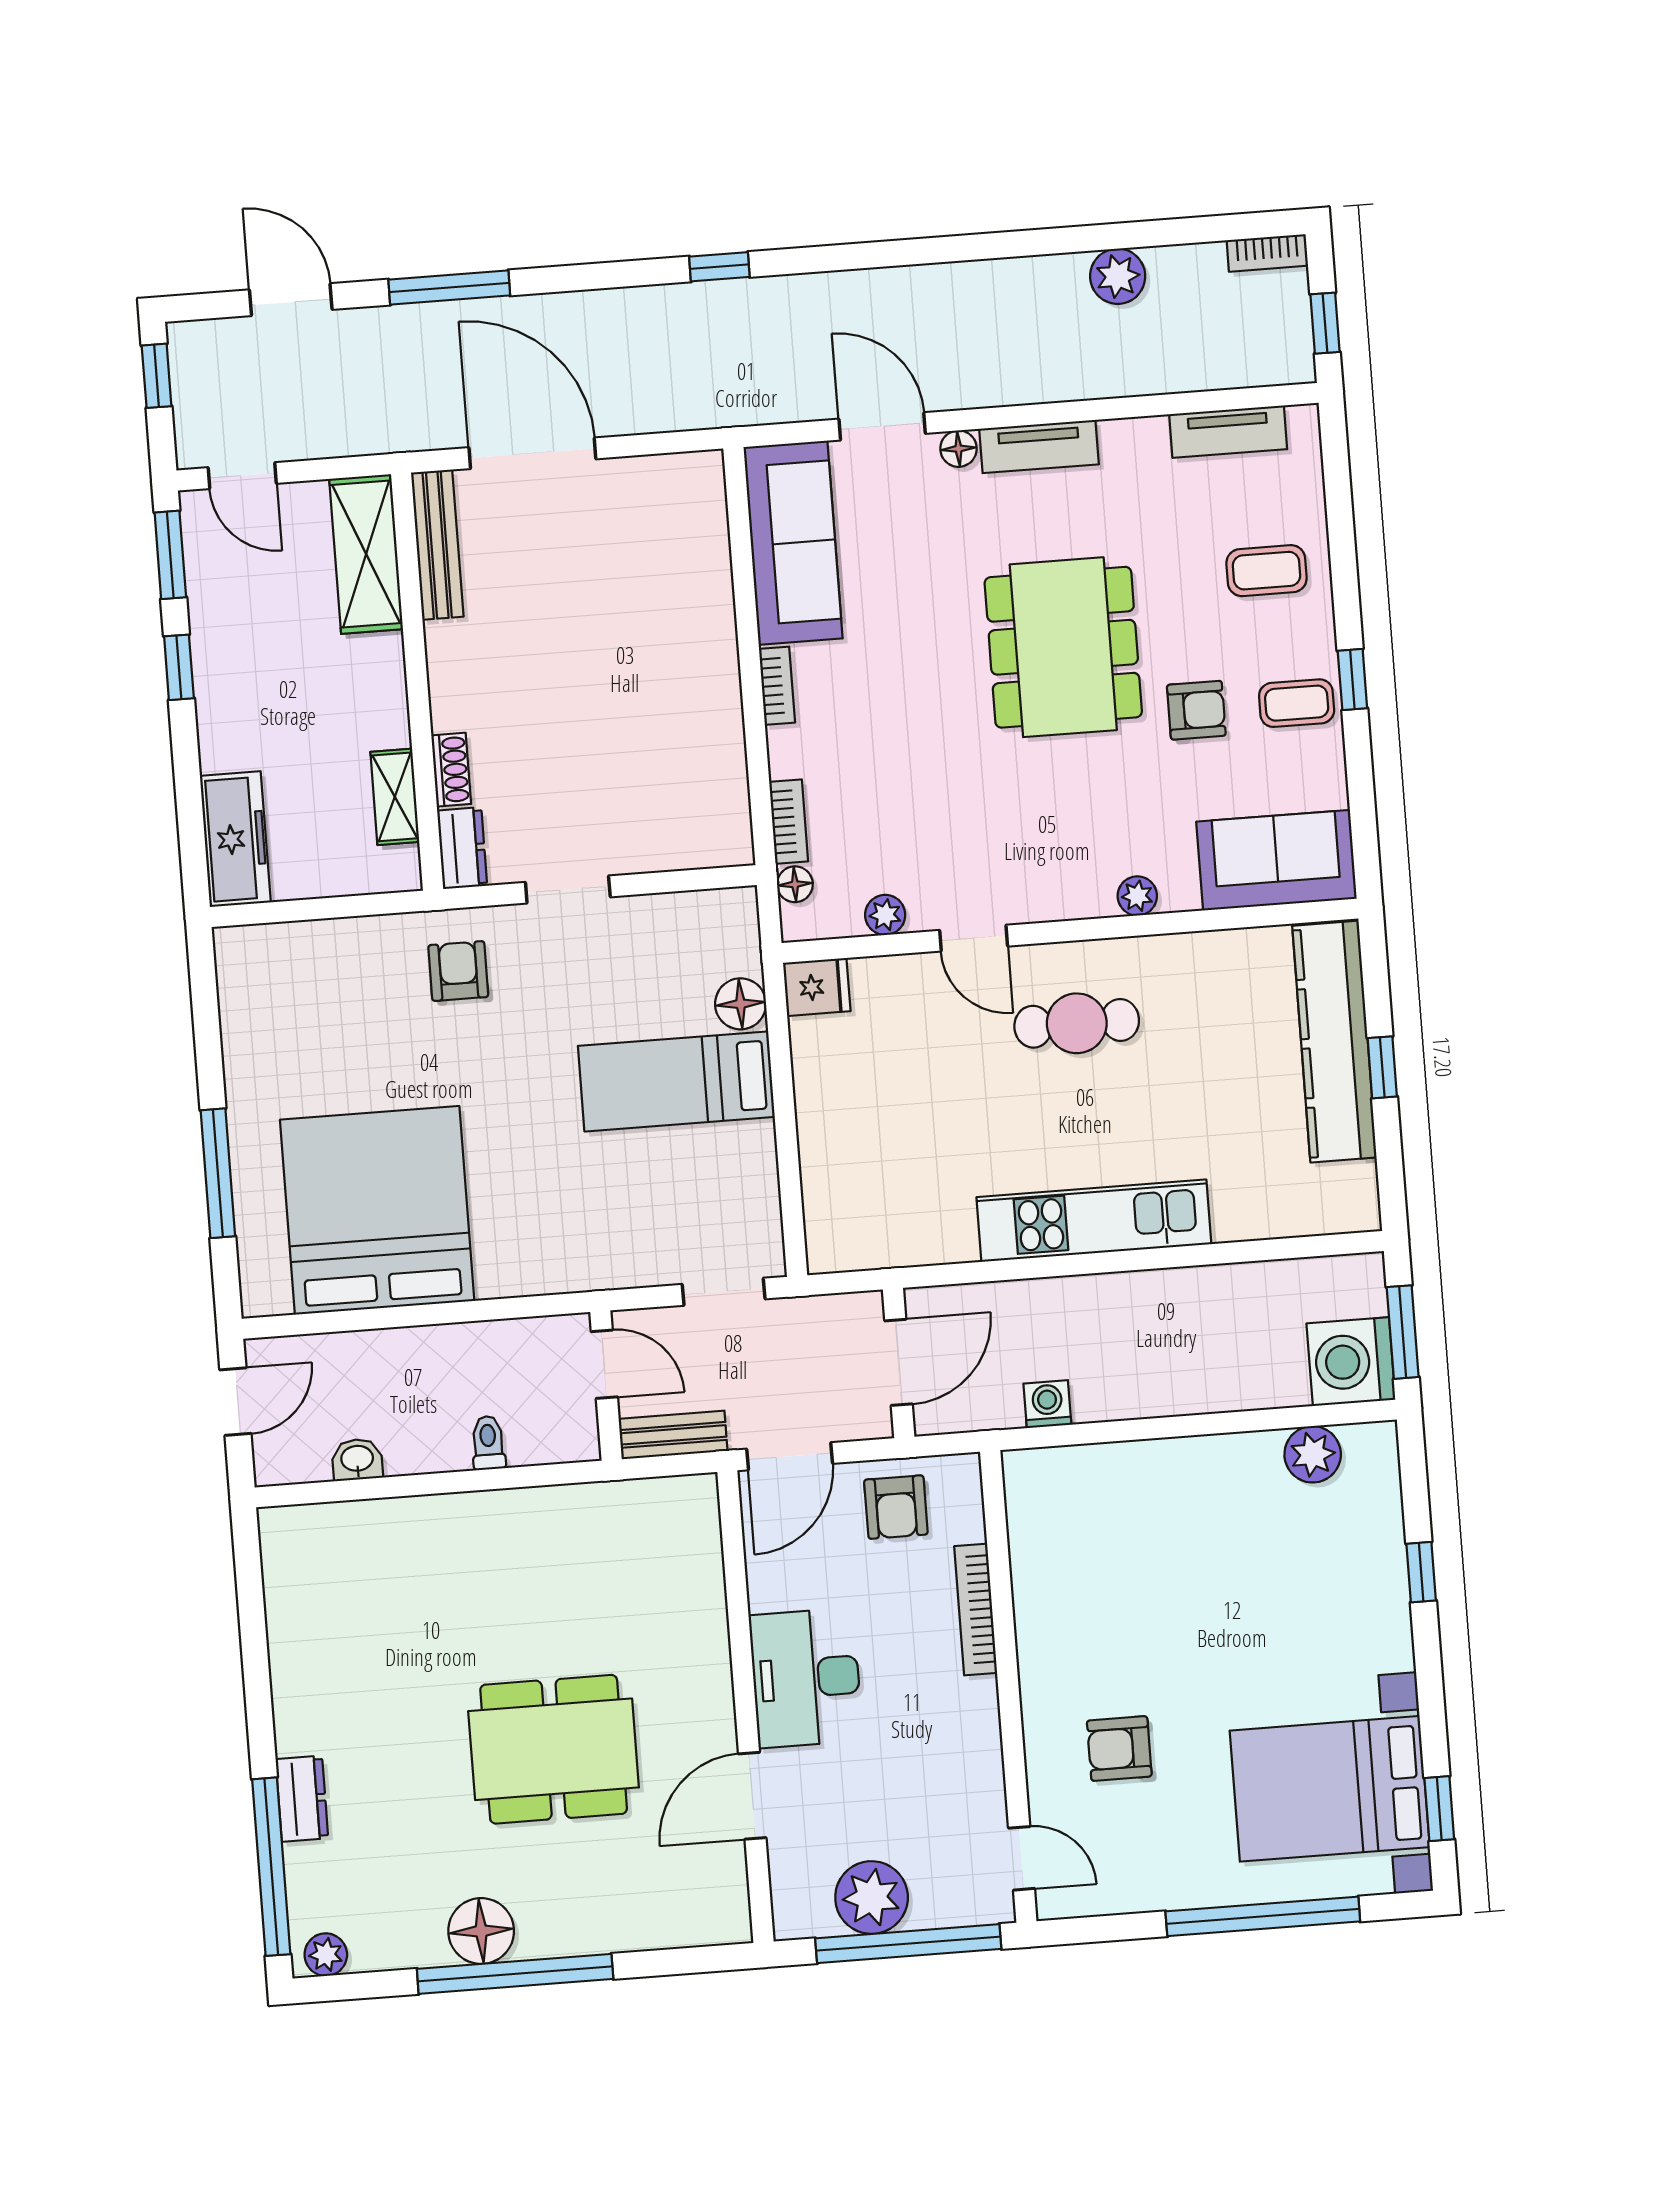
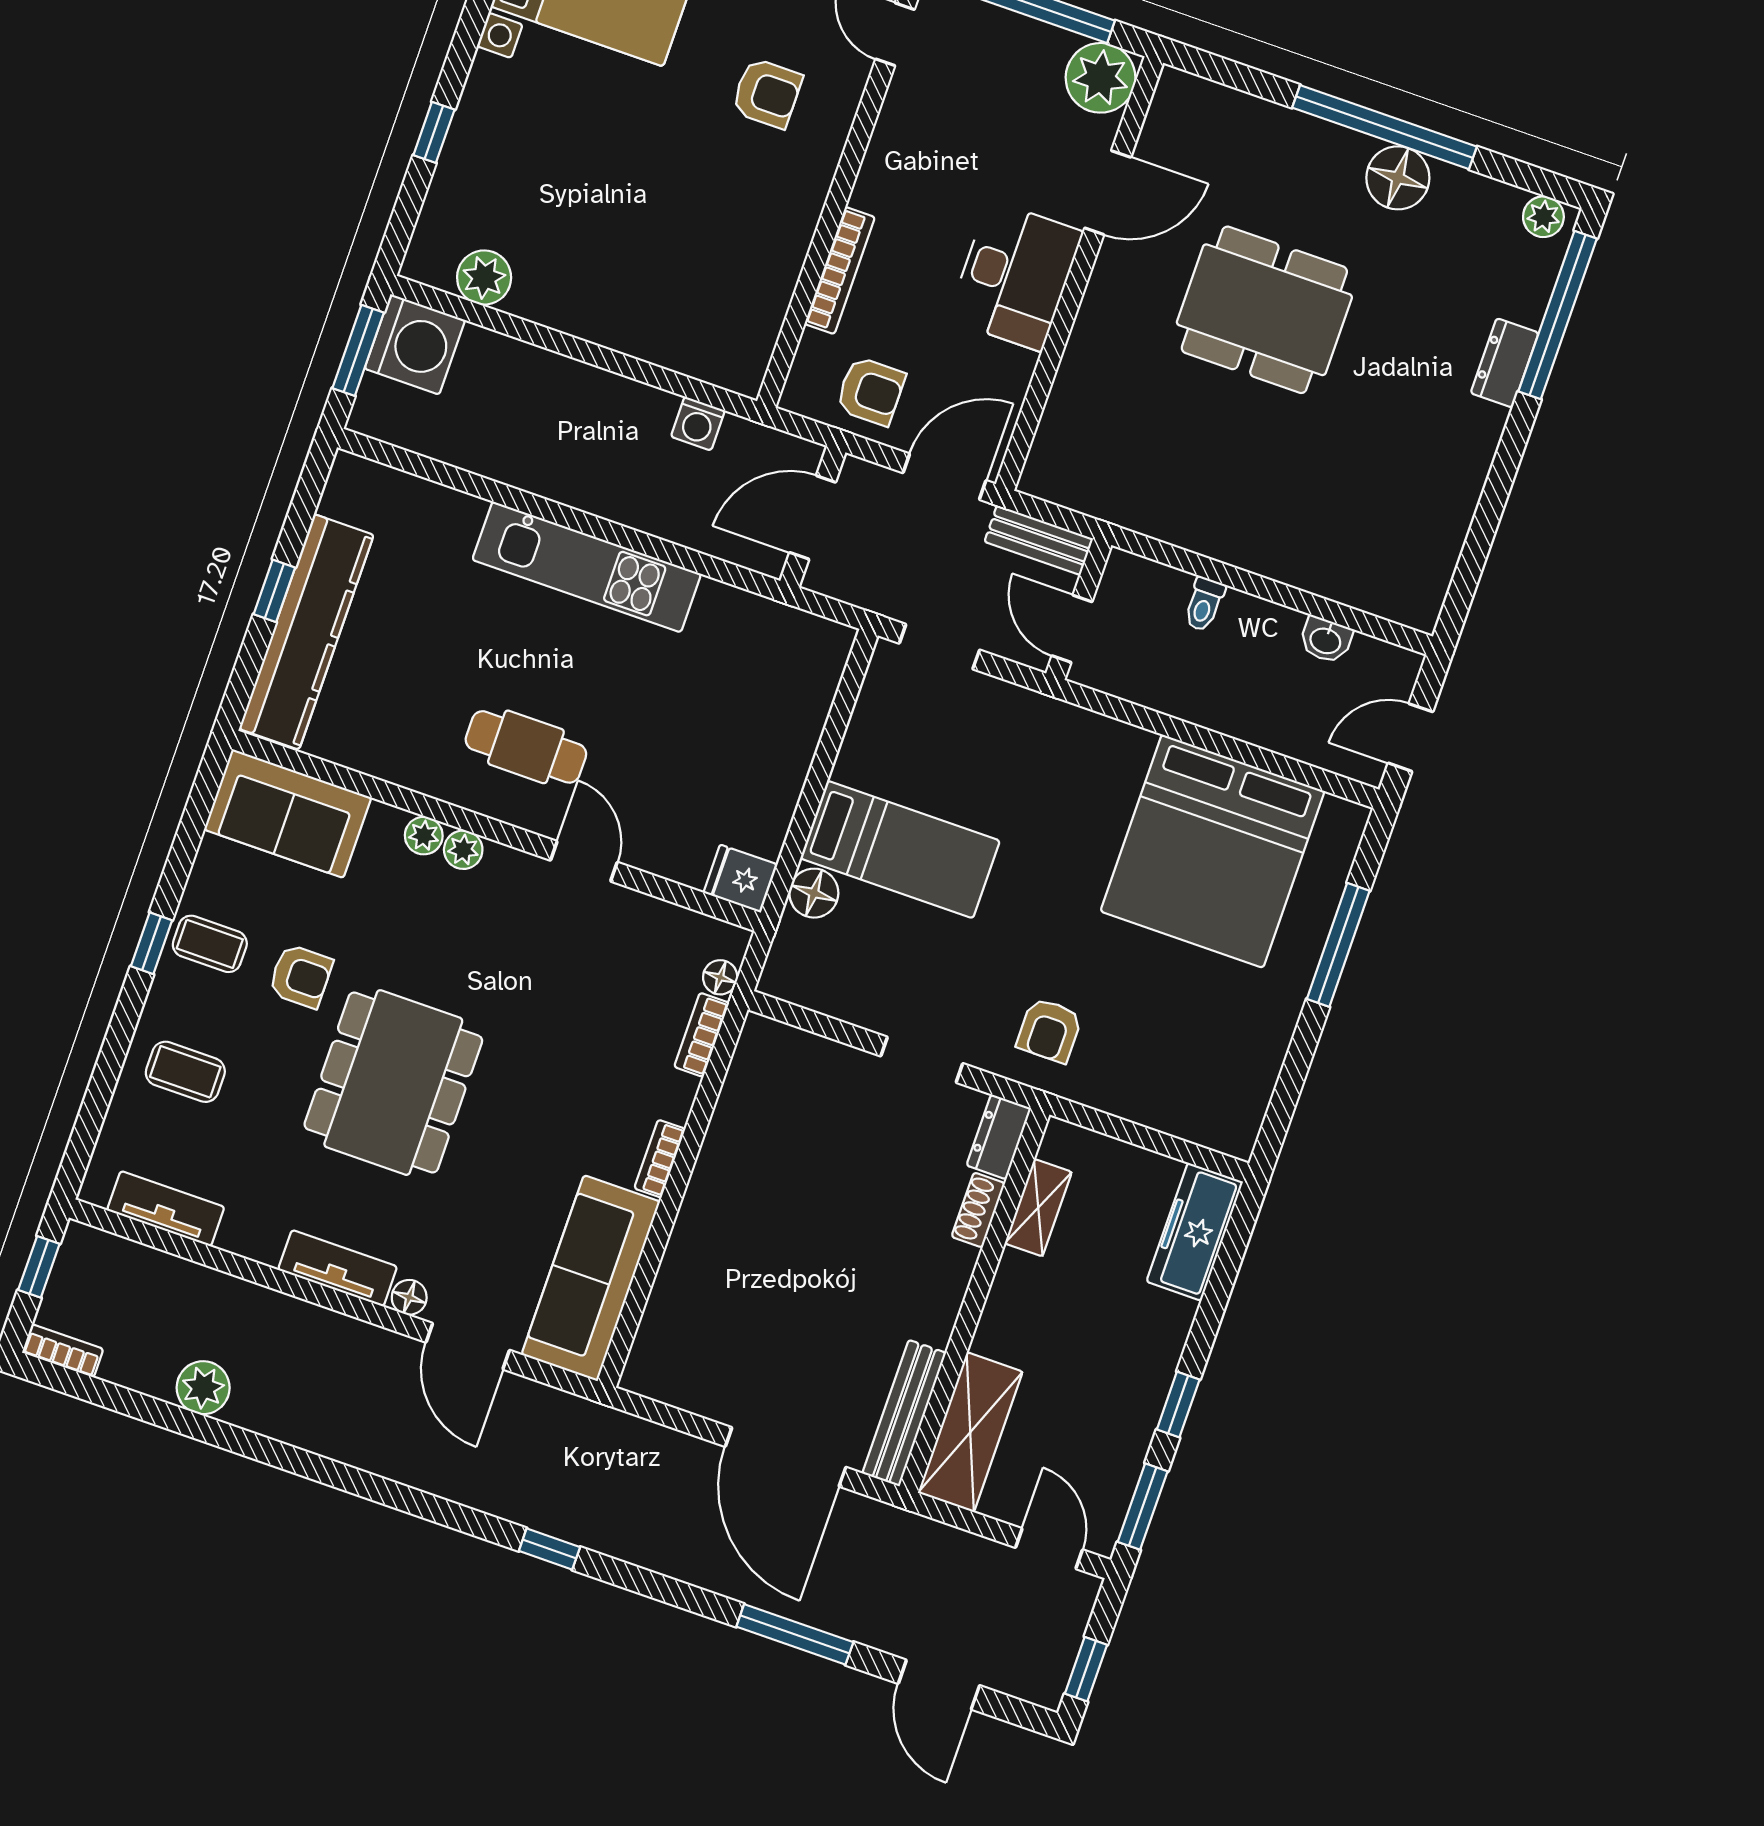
armchair: (1196, 710) -> (301, 976), turned 180
plant: (885, 915) -> (463, 850), moved
armchair: (896, 1507) -> (871, 391), turned 90
plant: (872, 1898) -> (1101, 78), moved

